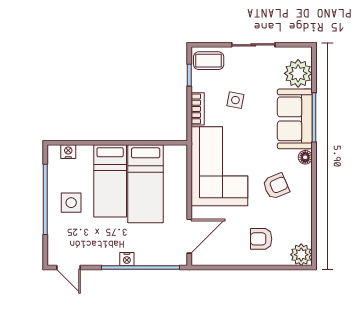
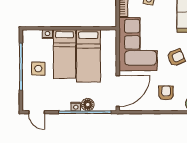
nightstand: (68, 152) -> (47, 34), moved
door: (189, 236) -> (118, 91), width x1.36
armchair: (261, 239) -> (166, 93), turned 90
floor lamp: (145, 256) -> (88, 105), added

